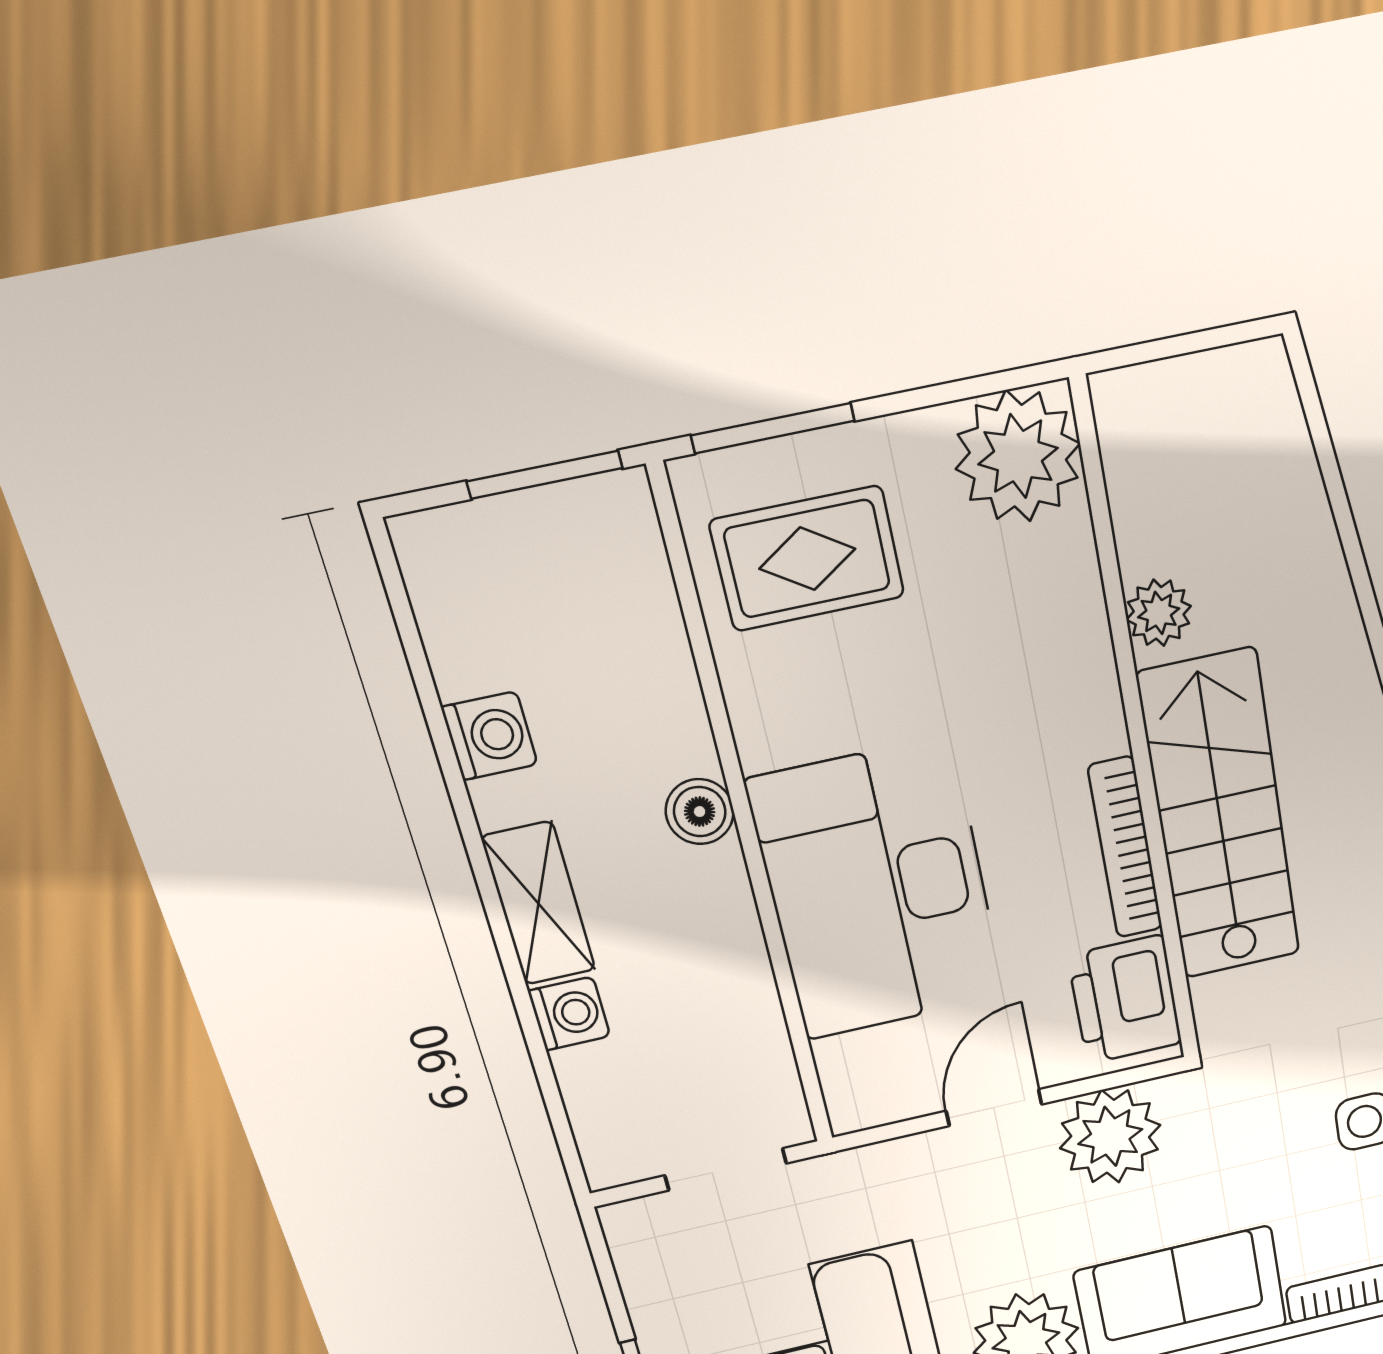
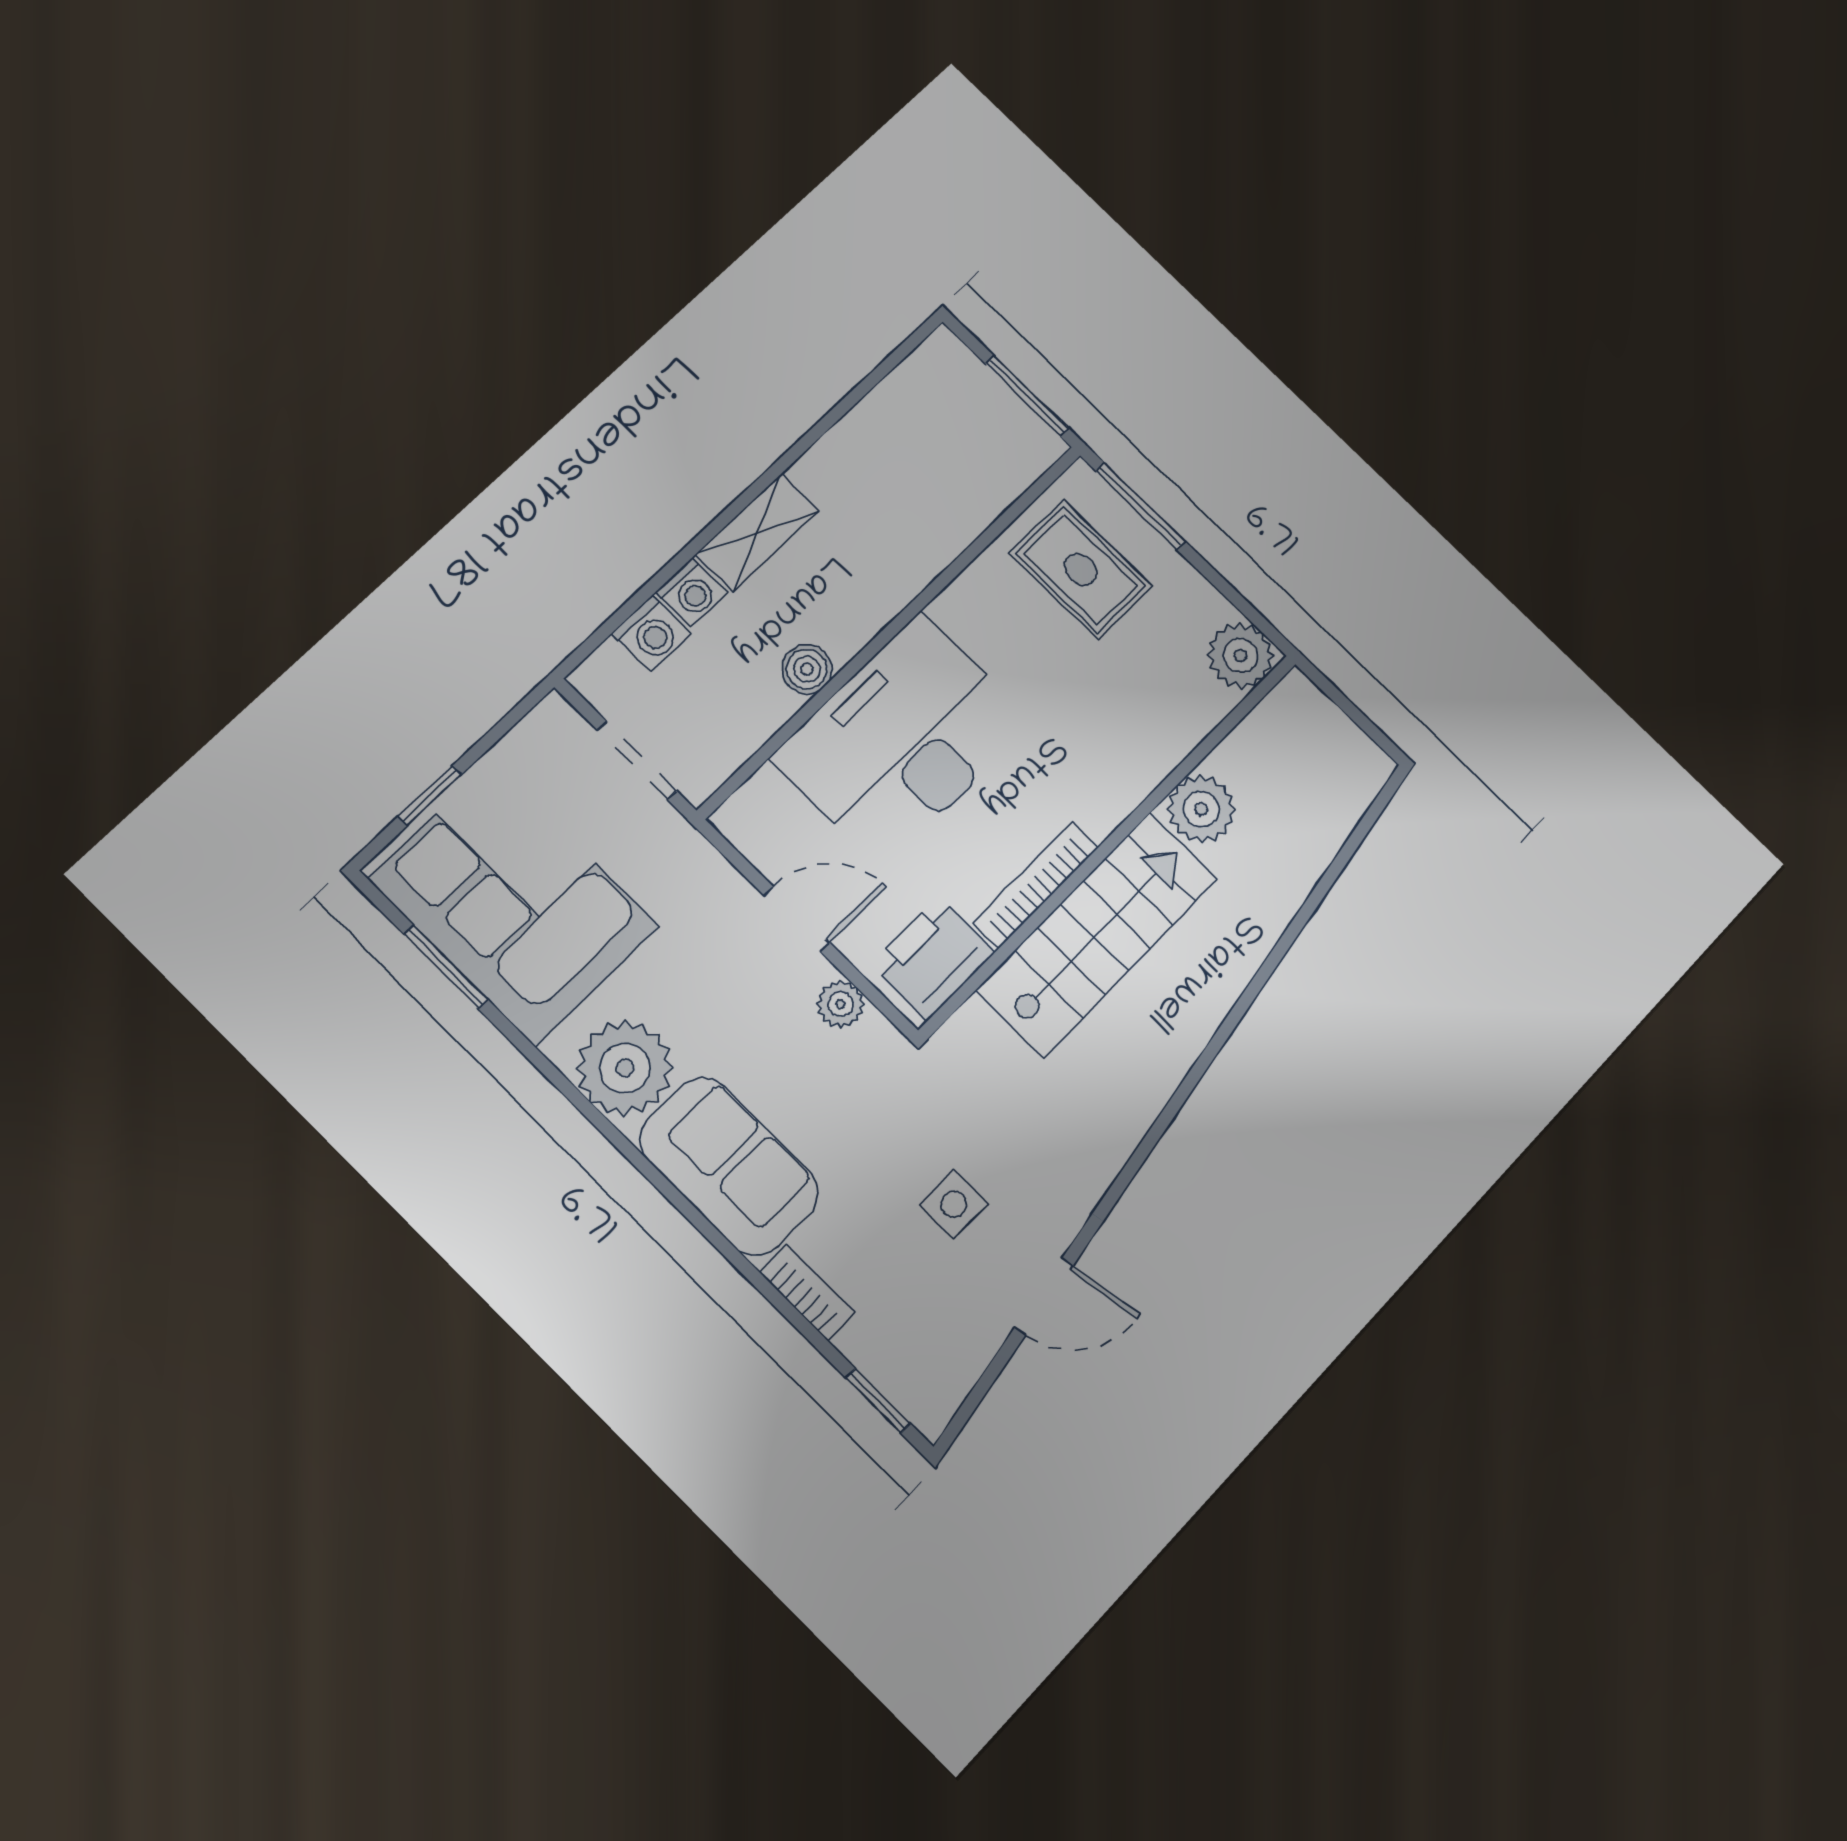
plant: (1018, 456) -> (1240, 656), width x0.73, depth x0.73
plant: (1159, 613) -> (1201, 809), width x1.38, depth x1.38
washing machine: (490, 736) -> (651, 633), moved
boiler: (700, 812) -> (807, 669), moved
plant: (1110, 1137) -> (841, 1004), width x0.53, depth x0.53

